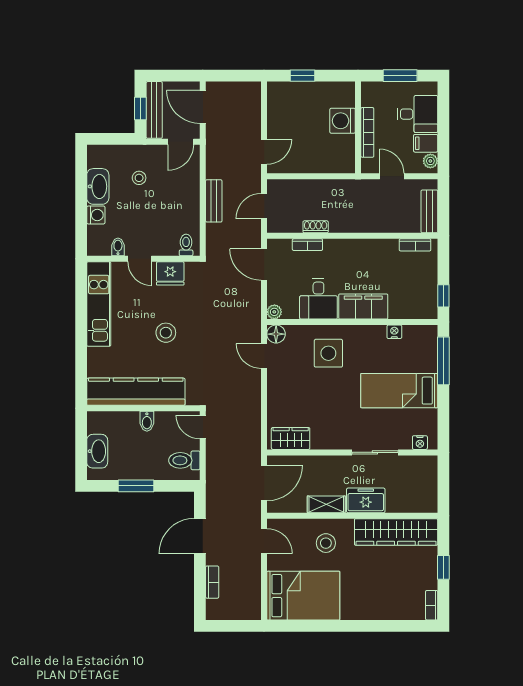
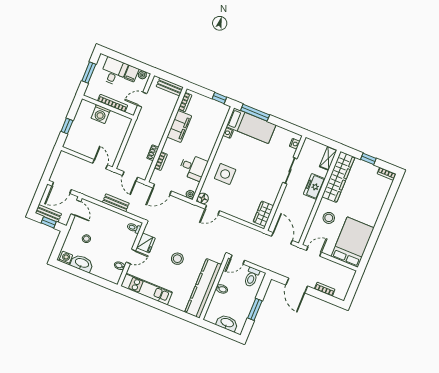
bench: (154, 110) -> (48, 213), width x0.73
washing machine: (96, 215) -> (66, 258), moved
filing cabinet: (363, 306) -> (179, 126), moved, turned 180
bed: (399, 391) -> (251, 126), moved, turned -90
shelving: (326, 504) -> (328, 158), moved

